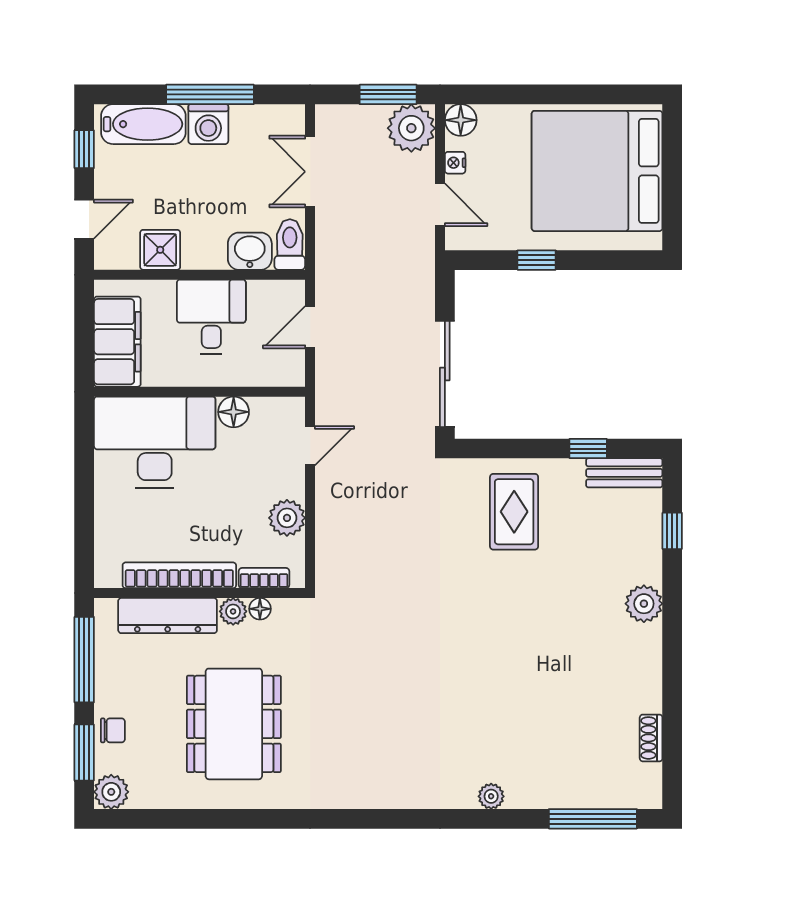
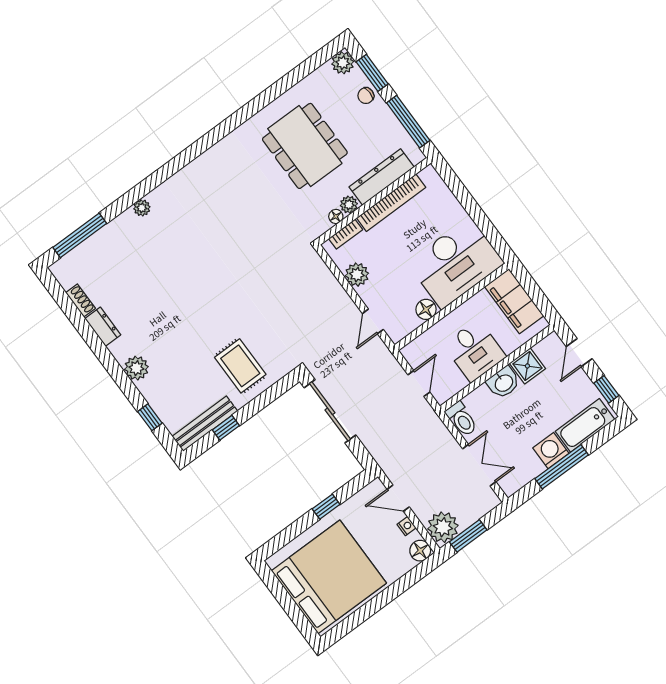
washbasin: (250, 251) -> (503, 383), moved
bench: (624, 473) -> (205, 424), width x1.36
dresser: (648, 685) -> (103, 327), added

